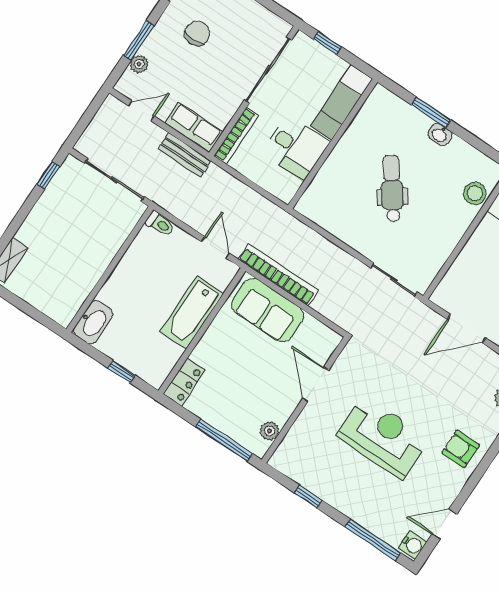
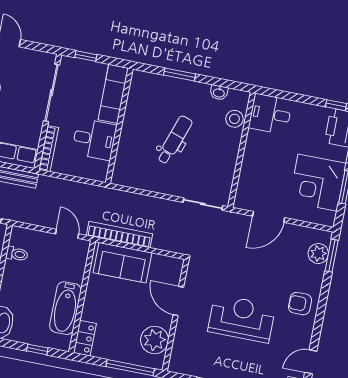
washbasin: (440, 134) -> (219, 93), moved
dental chair: (392, 188) -> (175, 140), turned 55
toilet: (160, 224) -> (17, 254), moved
bathtub: (192, 313) -> (65, 308), moved
plant: (270, 431) -> (155, 340), width x1.87, depth x1.87

